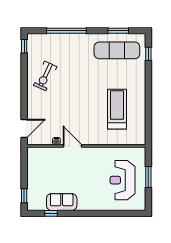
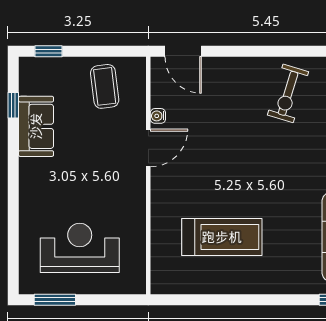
exercise bike: (45, 76) -> (288, 93), turned -98
coffee table: (42, 168) -> (105, 86), added
window: (148, 177) -> (55, 300), moved

